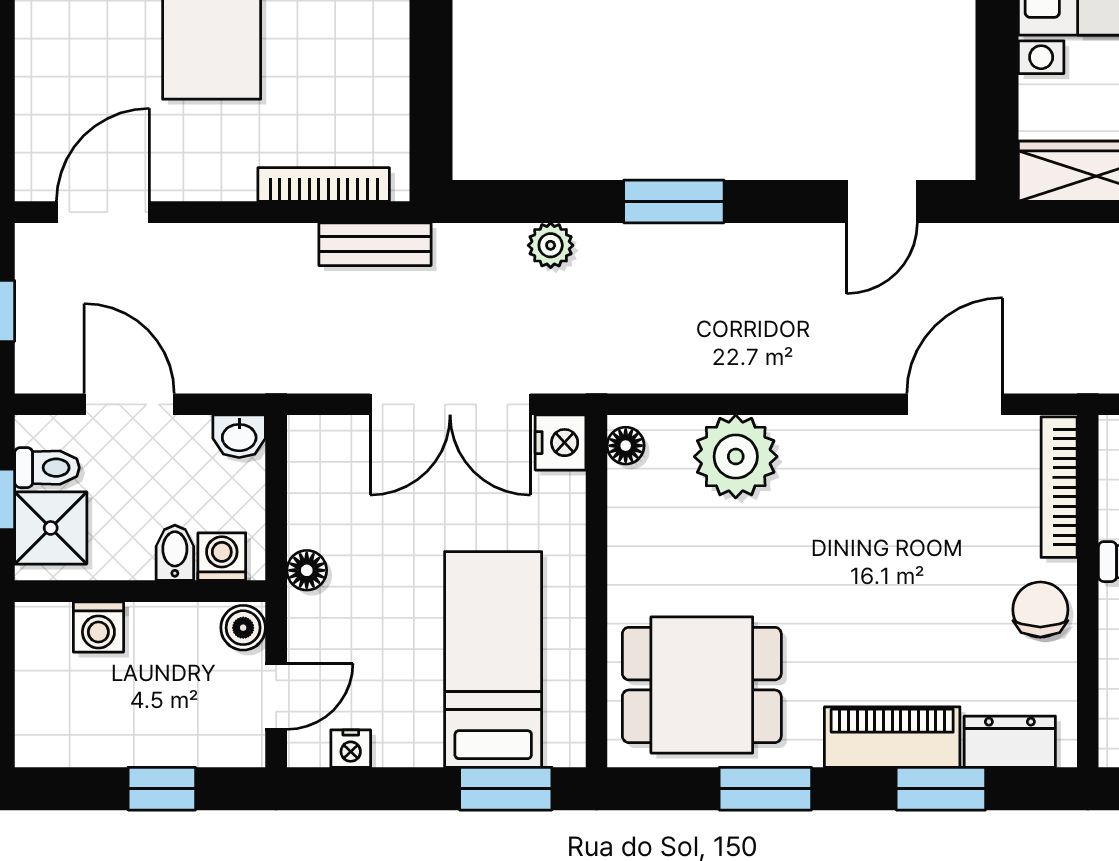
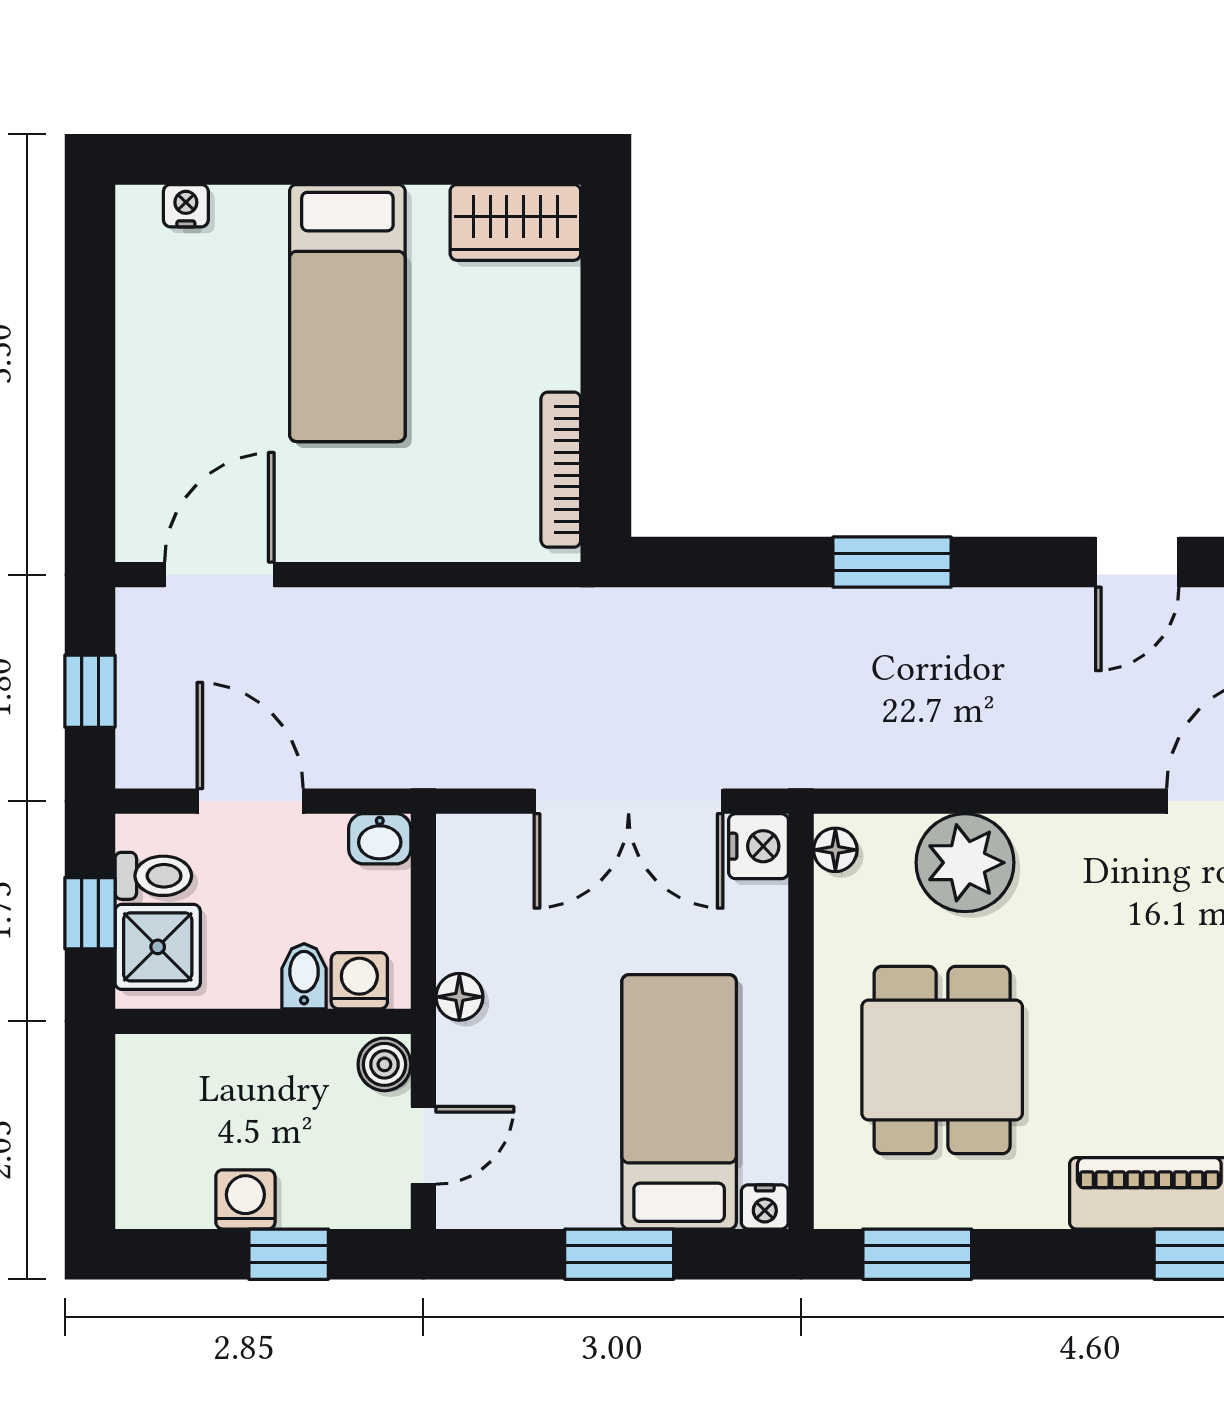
bookcase: (324, 185) -> (561, 470), moved, turned -90
bench: (375, 244) -> (540, 612), removed
plant: (551, 245) -> (747, 614), removed
washing machine: (98, 627) -> (245, 1199), moved, turned 180
dining table: (702, 685) -> (942, 1060), moved, turned 90
nightstand: (351, 749) -> (765, 1207), moved
window: (506, 789) -> (619, 1254), moved
window: (765, 789) -> (917, 1254), moved

